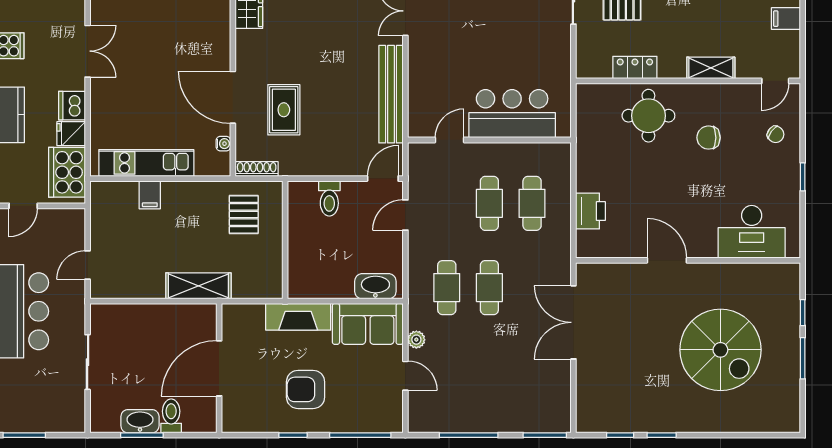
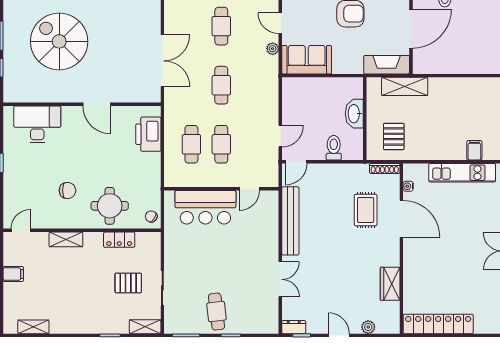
chair: (776, 134) -> (151, 217), moved
filing cabinet: (150, 195) -> (474, 150), moved
printer: (591, 211) -> (148, 134), width x1.37, depth x1.19
shelving: (198, 286) -> (405, 86), moved
washbasin: (375, 286) -> (354, 114), moved, turned 90
cafe table: (447, 288) -> (221, 26), moved
fireplace: (298, 317) -> (387, 65), moved

